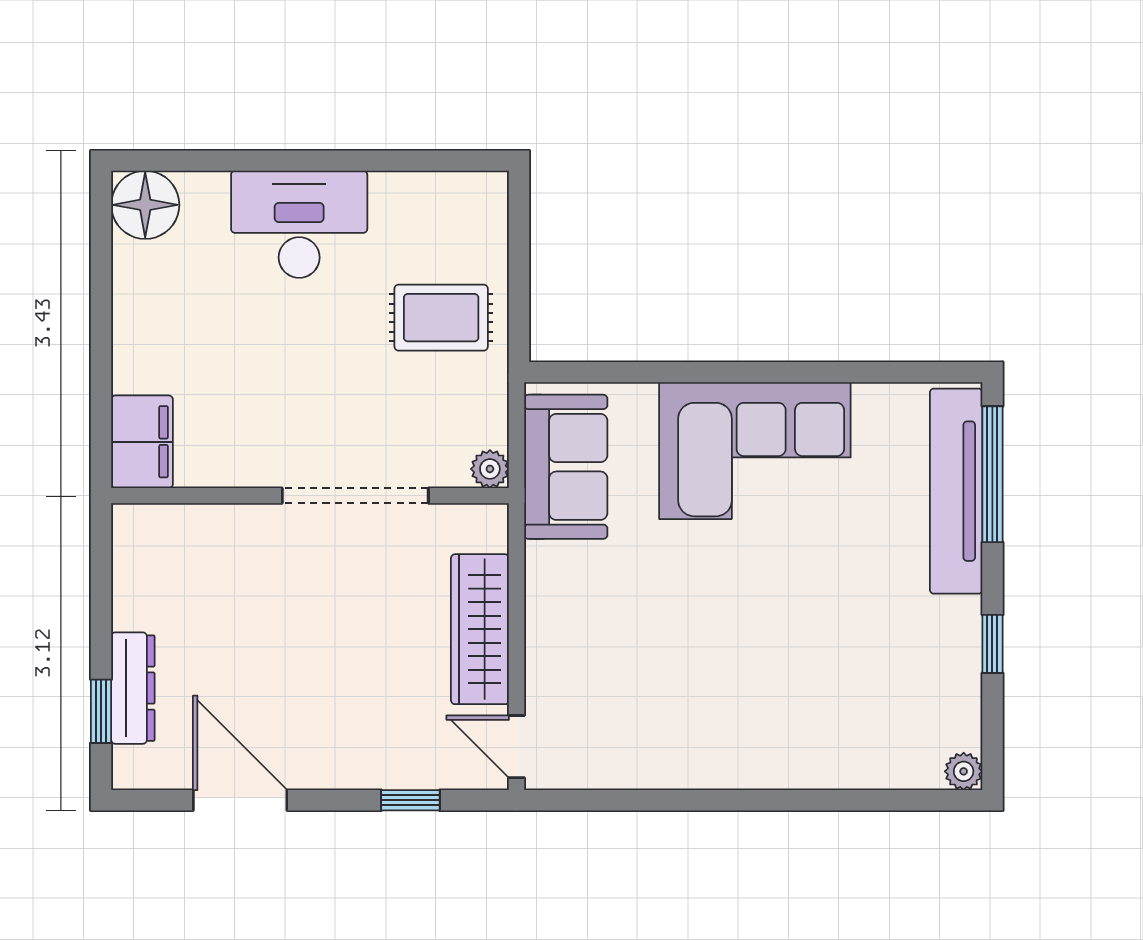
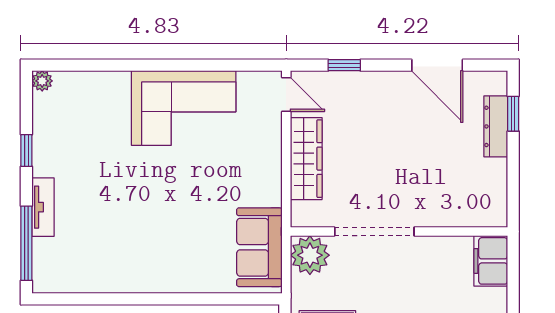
corner sofa: (755, 451) -> (184, 108), moved, turned 180
plant: (490, 469) -> (310, 255), width x1.88, depth x1.88
tv unit: (956, 491) -> (43, 207), width x0.52, depth x0.78

